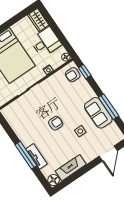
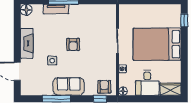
sofa: (98, 113) -> (69, 86), moved
fireplace: (71, 168) -> (27, 43), moved

